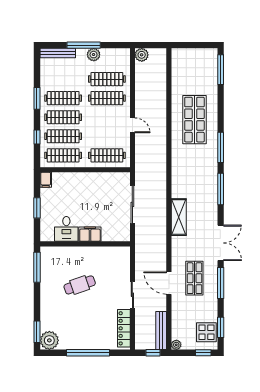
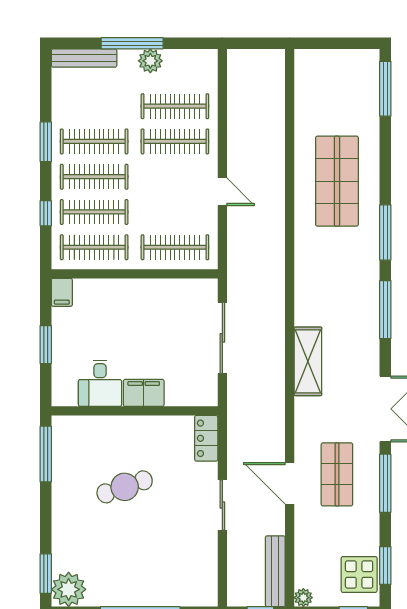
plant: (142, 55) -> (239, 61), removed
locker: (124, 328) -> (206, 438), moved, width x0.66

